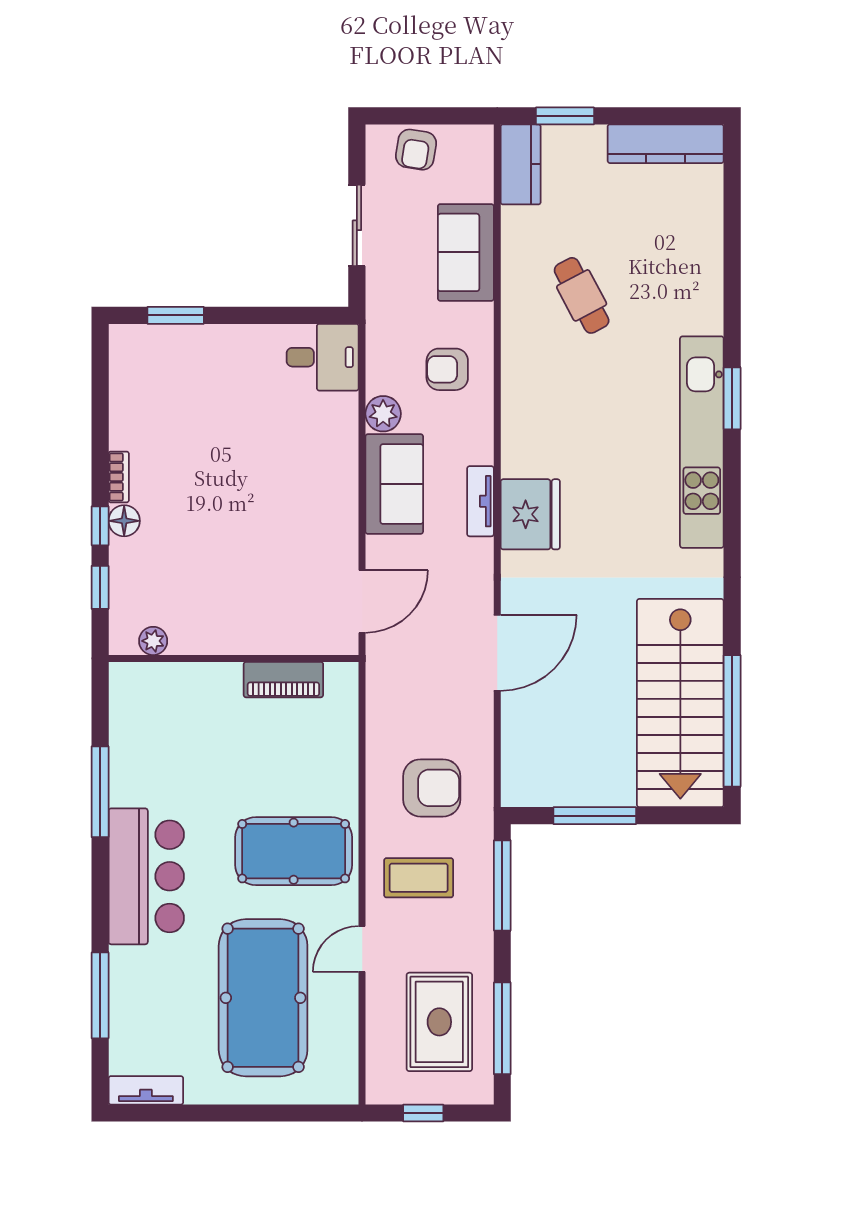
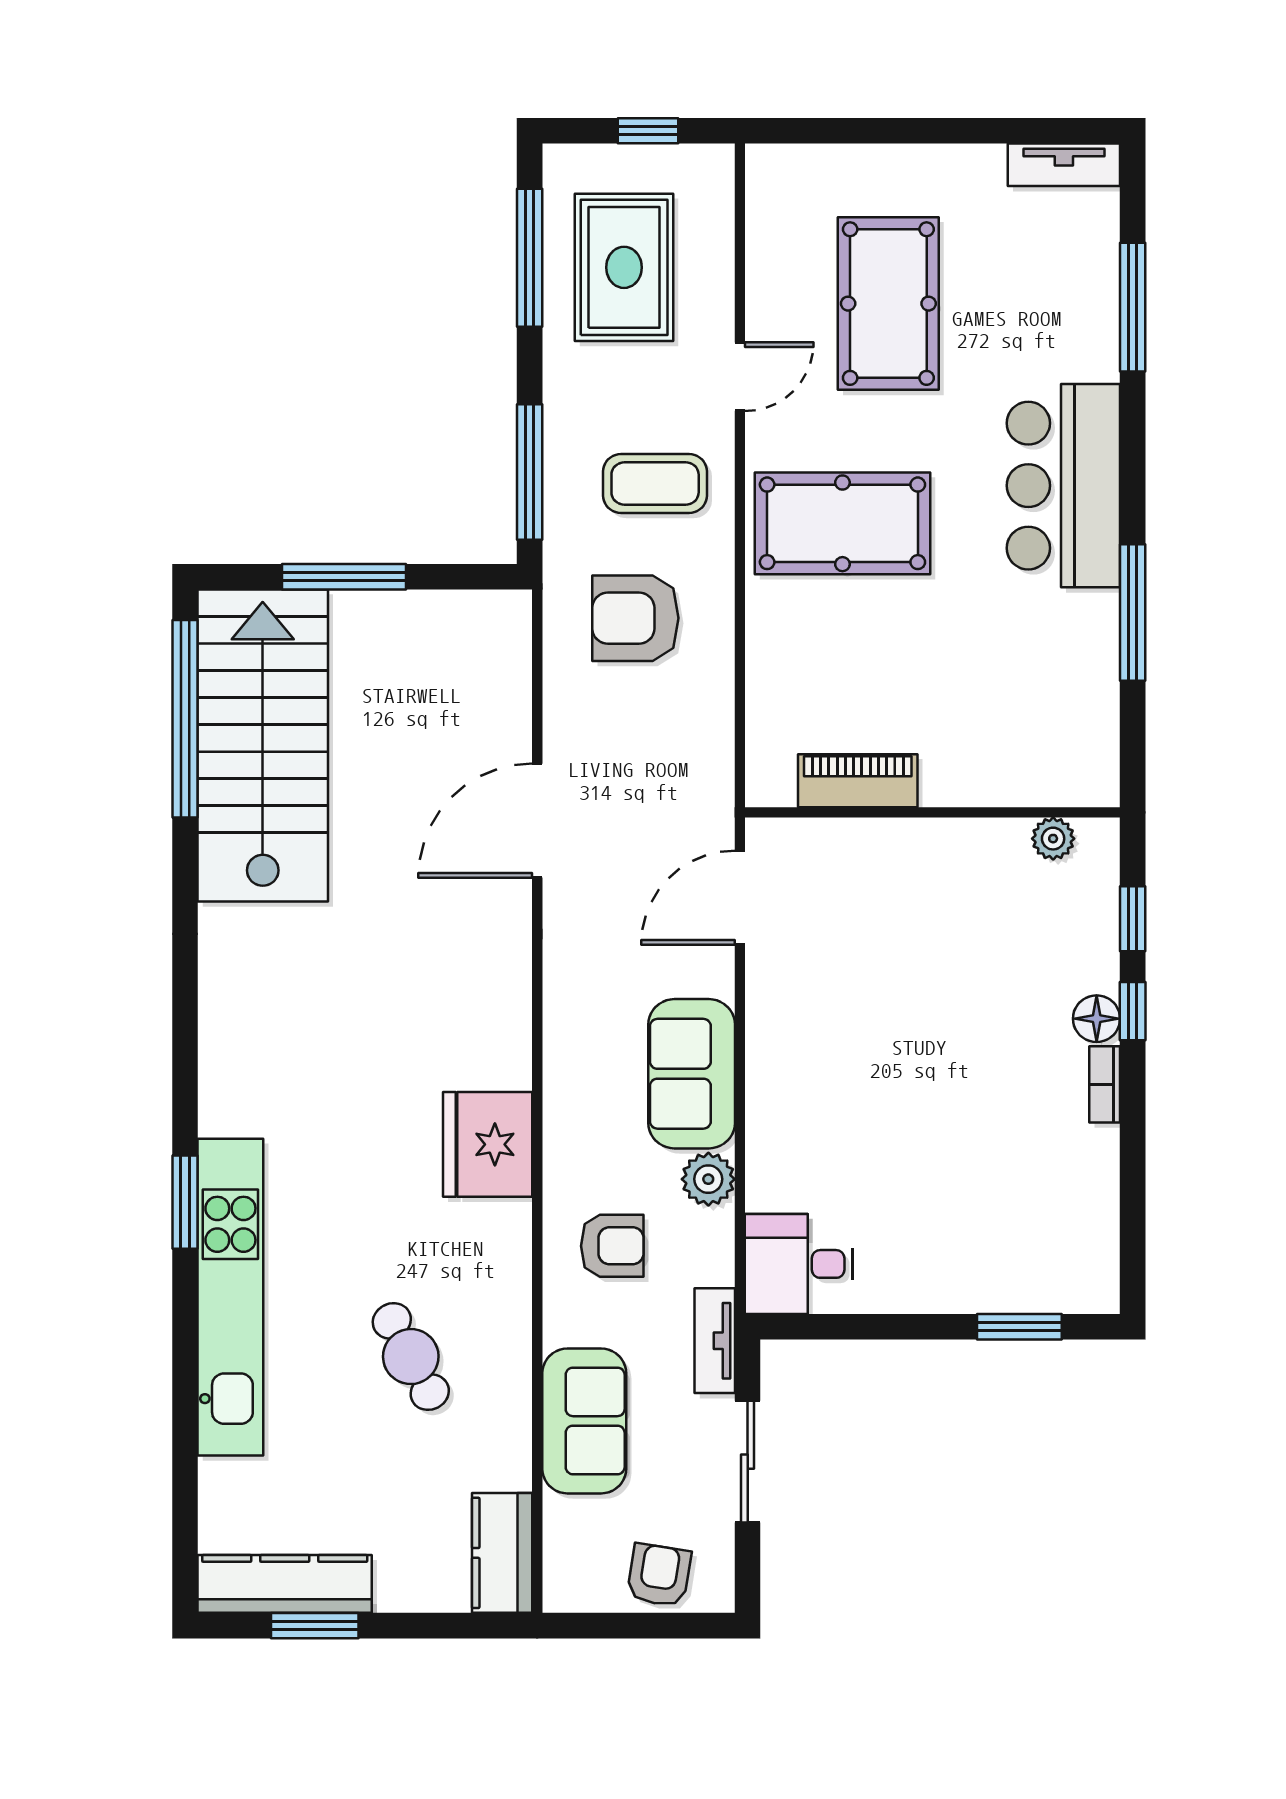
window: (565, 116) -> (315, 1626), moved
kitchen unit: (702, 442) -> (230, 1297), moved
tv unit: (480, 501) -> (715, 1341), moved, turned 180
fridge: (530, 514) -> (488, 1144), moved
window: (595, 816) -> (344, 577), moved
pool table: (263, 998) -> (888, 304), width x0.73, depth x0.76

